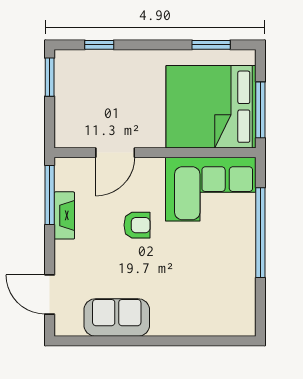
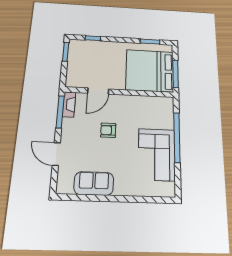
corner sofa: (211, 189) -> (157, 154), moved, turned 90
fireplace: (64, 215) -> (69, 104), moved
armchair: (137, 225) -> (108, 130), turned 180
door: (50, 294) -> (56, 154), moved

